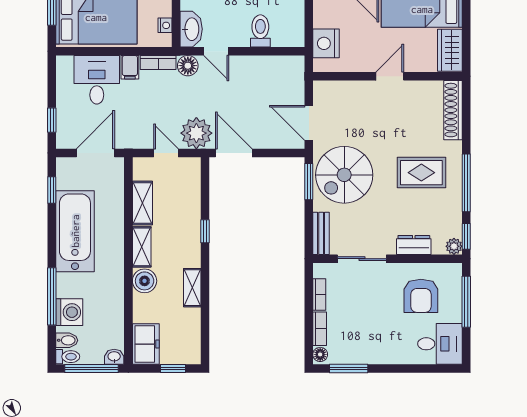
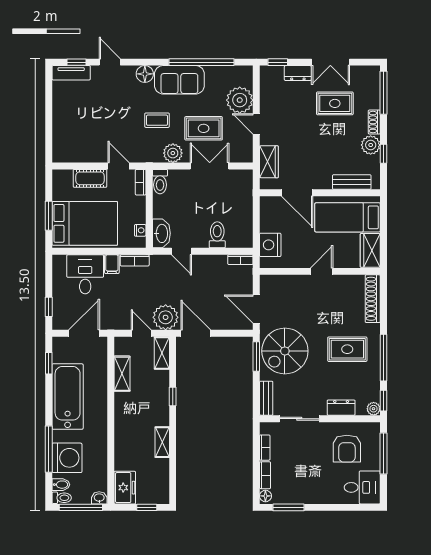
bookcase: (289, 62) -> (240, 260), added
floor lamp: (188, 66) -> (159, 263), removed
shelving: (142, 247) -> (162, 353), moved
boiler: (145, 281) -> (124, 437), removed
washing machine: (69, 312) -> (67, 458), width x1.37, depth x1.37

